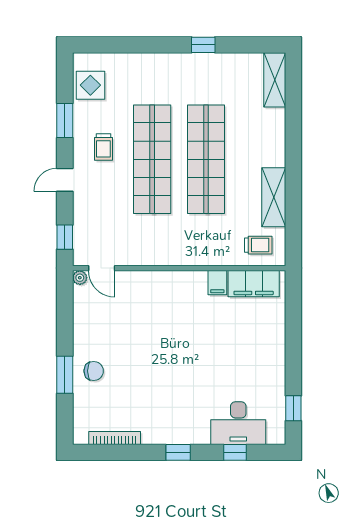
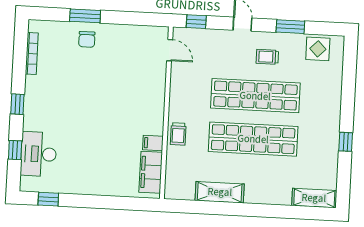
trolley: (258, 245) -> (178, 134), moved
door: (102, 268) -> (170, 50), swing flipped
plant: (80, 278) -> (163, 32), removed

